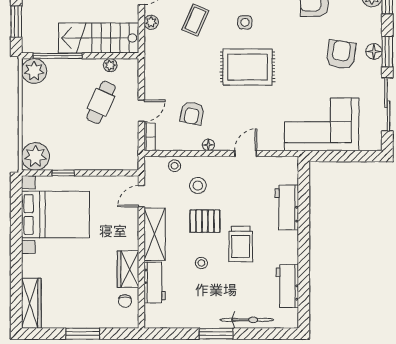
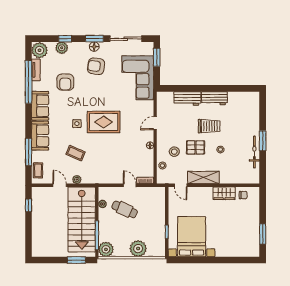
stairs: (99, 38) -> (82, 219), width x1.36, depth x1.51
rug: (248, 67) -> (104, 122), turned 90
armchair: (192, 113) -> (131, 155), removed
door: (246, 153) -> (155, 123), hinge flipped
plant: (35, 156) -> (138, 249), moved
window: (356, 156) -> (157, 57), added
pallet: (205, 221) -> (196, 147), turned 90
workbench: (155, 282) -> (232, 177), removed
workbench: (287, 286) -> (214, 98), moved
wardrobe: (31, 303) -> (244, 251), removed
bicycle: (247, 320) -> (254, 152), moved
window: (83, 334) -> (263, 234), moved

